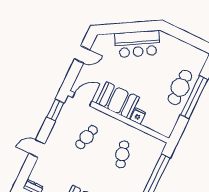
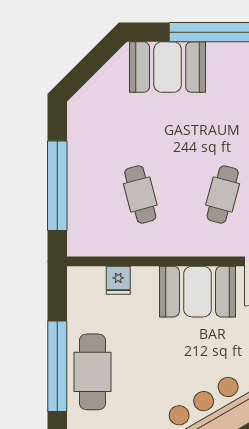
fridge: (138, 116) -> (118, 280), moved

